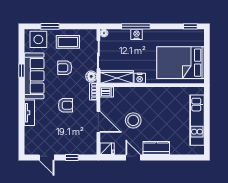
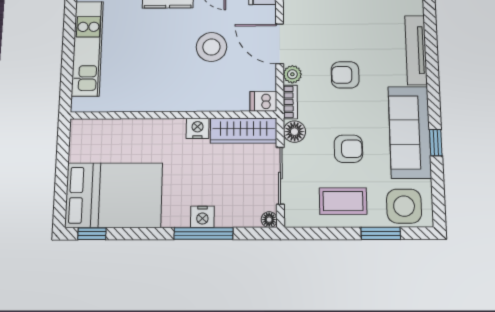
bed: (180, 63) -> (114, 195), moved
plant: (92, 106) -> (292, 74), added
tv unit: (29, 113) -> (416, 50), width x1.41

